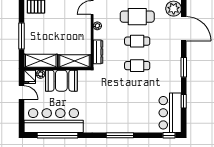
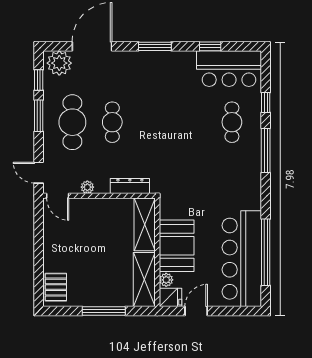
cafe table: (137, 66) -> (232, 122), moved
window: (169, 135) -> (266, 102), moved

